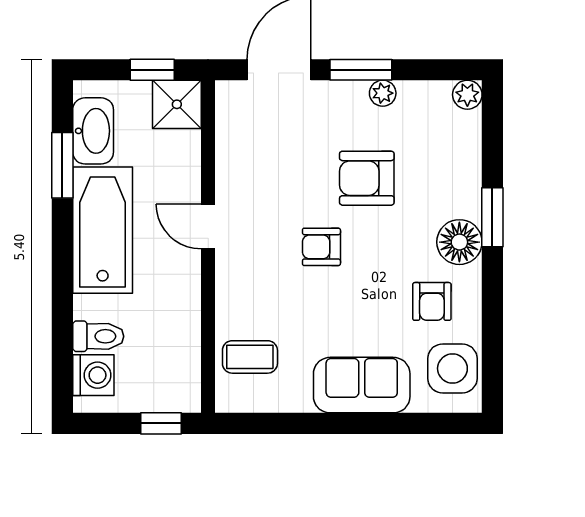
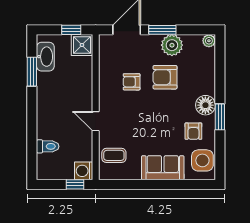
plant: (383, 93) -> (172, 45), width x1.88, depth x1.88
window: (492, 217) -> (220, 117), moved
door: (208, 227) -> (96, 121), moved
bathtub: (103, 230) -> (50, 100), removed
armchair: (321, 247) -> (132, 82), moved
washing machine: (93, 375) -> (84, 171), moved, turned 180

